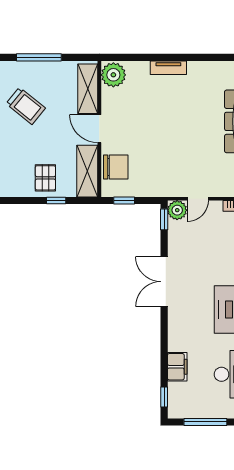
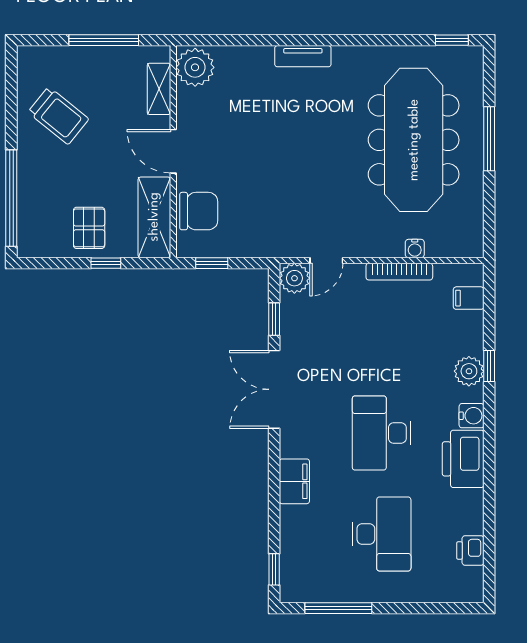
window: (39, 57) -> (104, 40), moved
tv unit: (168, 68) -> (303, 56), moved
shelving: (88, 89) -> (159, 89), width x0.67, depth x0.75
window: (164, 219) -> (274, 319), moved
filing cabinet: (177, 367) -> (294, 481), moved

